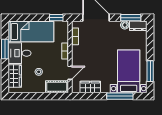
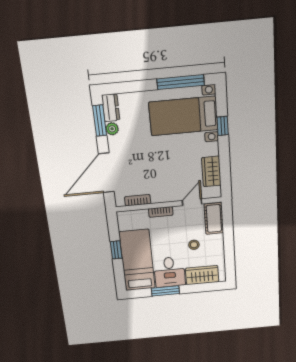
window: (56, 18) -> (116, 250), moved
window: (150, 71) -> (181, 82), width x1.44
door: (70, 73) -> (192, 202), hinge flipped
window: (120, 96) -> (223, 126), width x0.46

